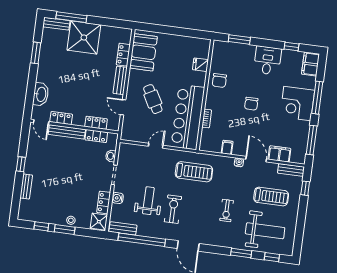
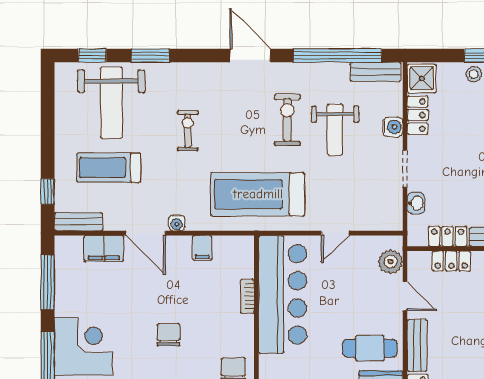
cafe table: (153, 99) -> (370, 348), moved, turned -61
plant: (128, 127) -> (391, 262), added
treadmill: (194, 172) -> (258, 194), width x1.37, depth x1.38
exercise bike: (173, 209) -> (287, 120), turned 180
weight bench: (265, 231) -> (111, 103), turned -90

